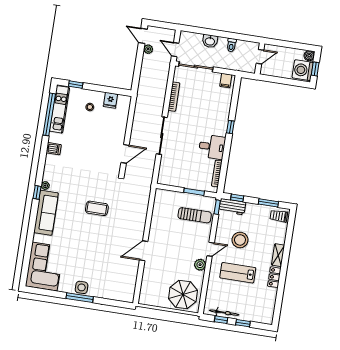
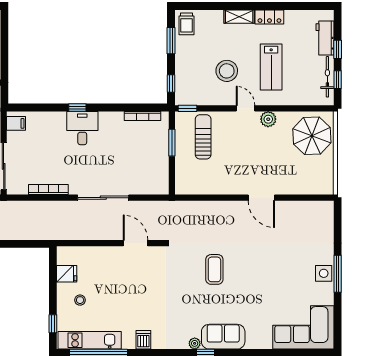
desk: (212, 147) -> (82, 128), moved
workbench: (232, 207) -> (325, 38), moved, turned 180
sofa: (46, 213) -> (223, 337), width x0.73

